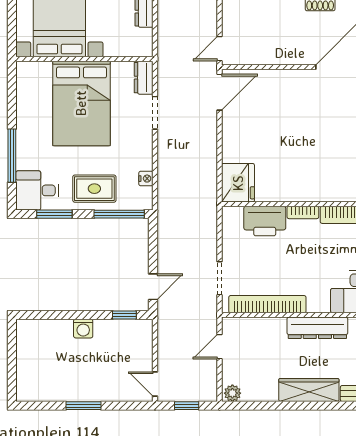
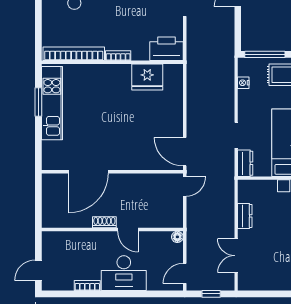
door: (220, 92) -> (185, 152), hinge flipped
fridge: (238, 183) -> (147, 77), moved, turned -90
printer: (265, 221) -> (166, 49), moved

